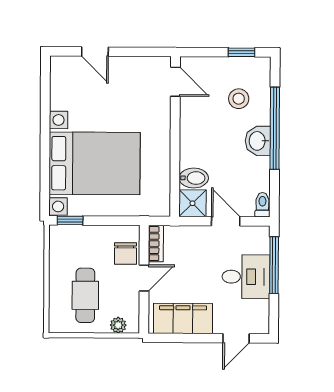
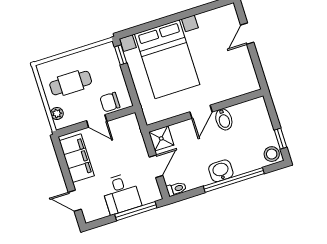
door: (175, 82) -> (201, 112), moved
stool: (239, 99) -> (272, 154), moved
bidet: (194, 178) -> (224, 119), moved
bookcase: (156, 244) -> (124, 122), removed

